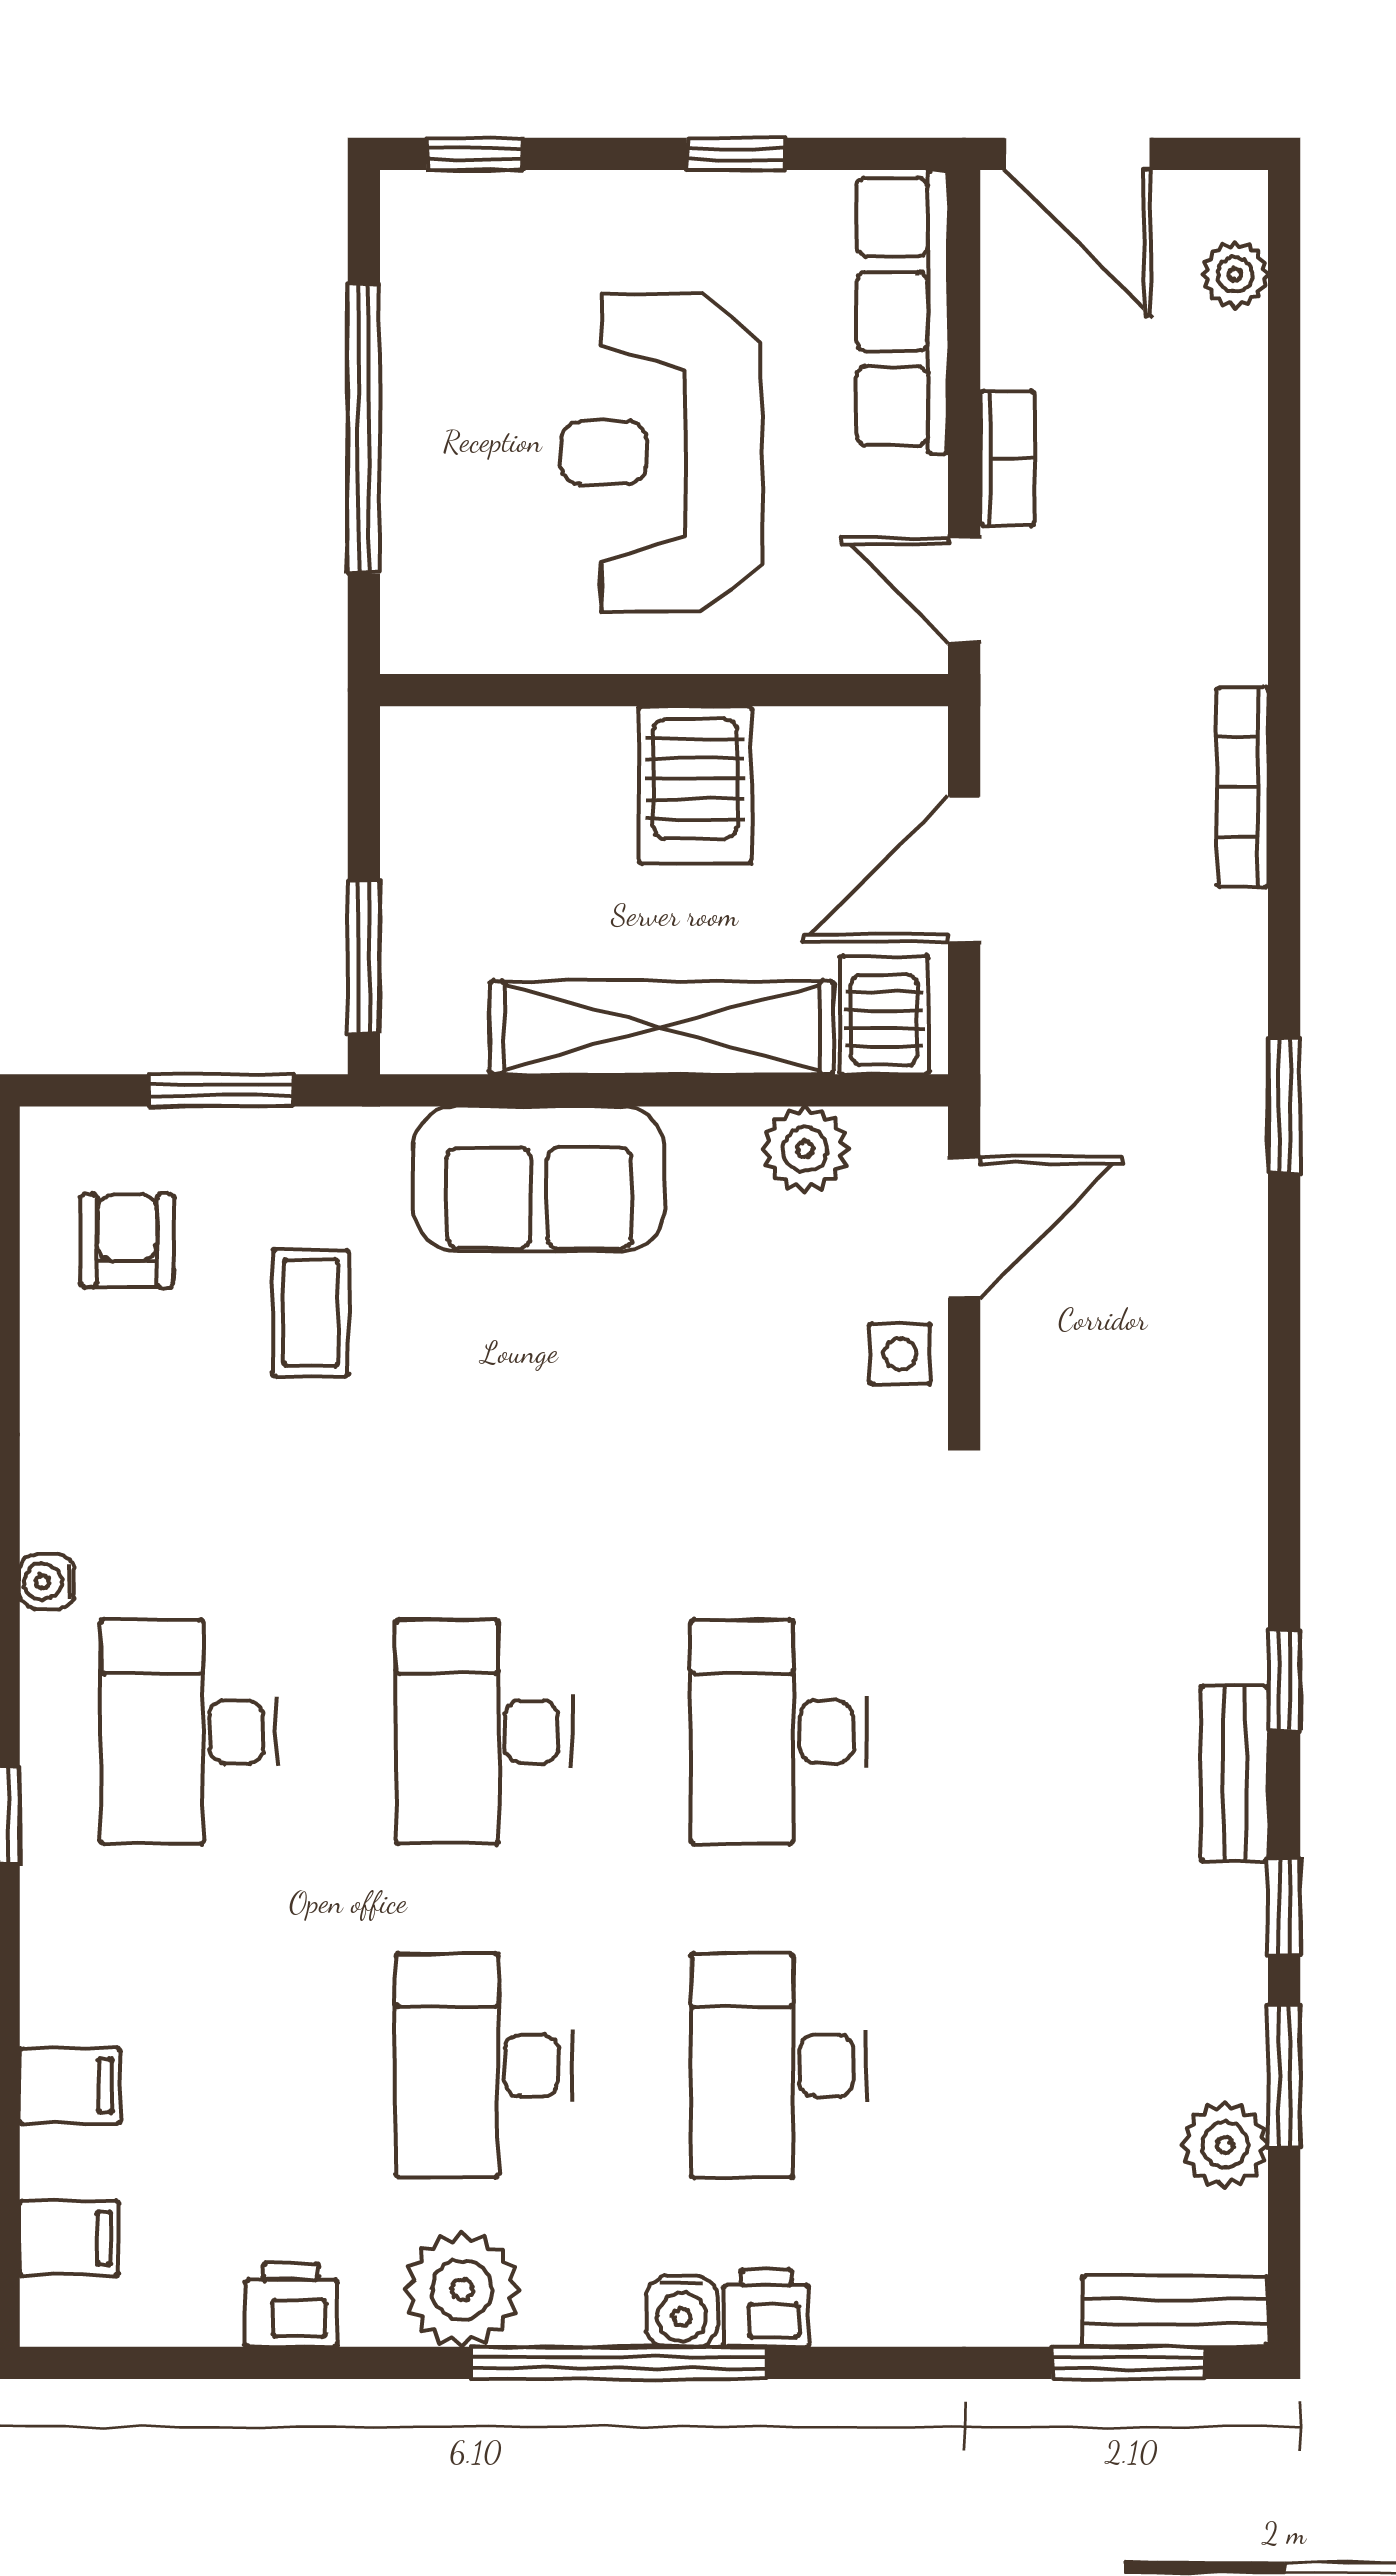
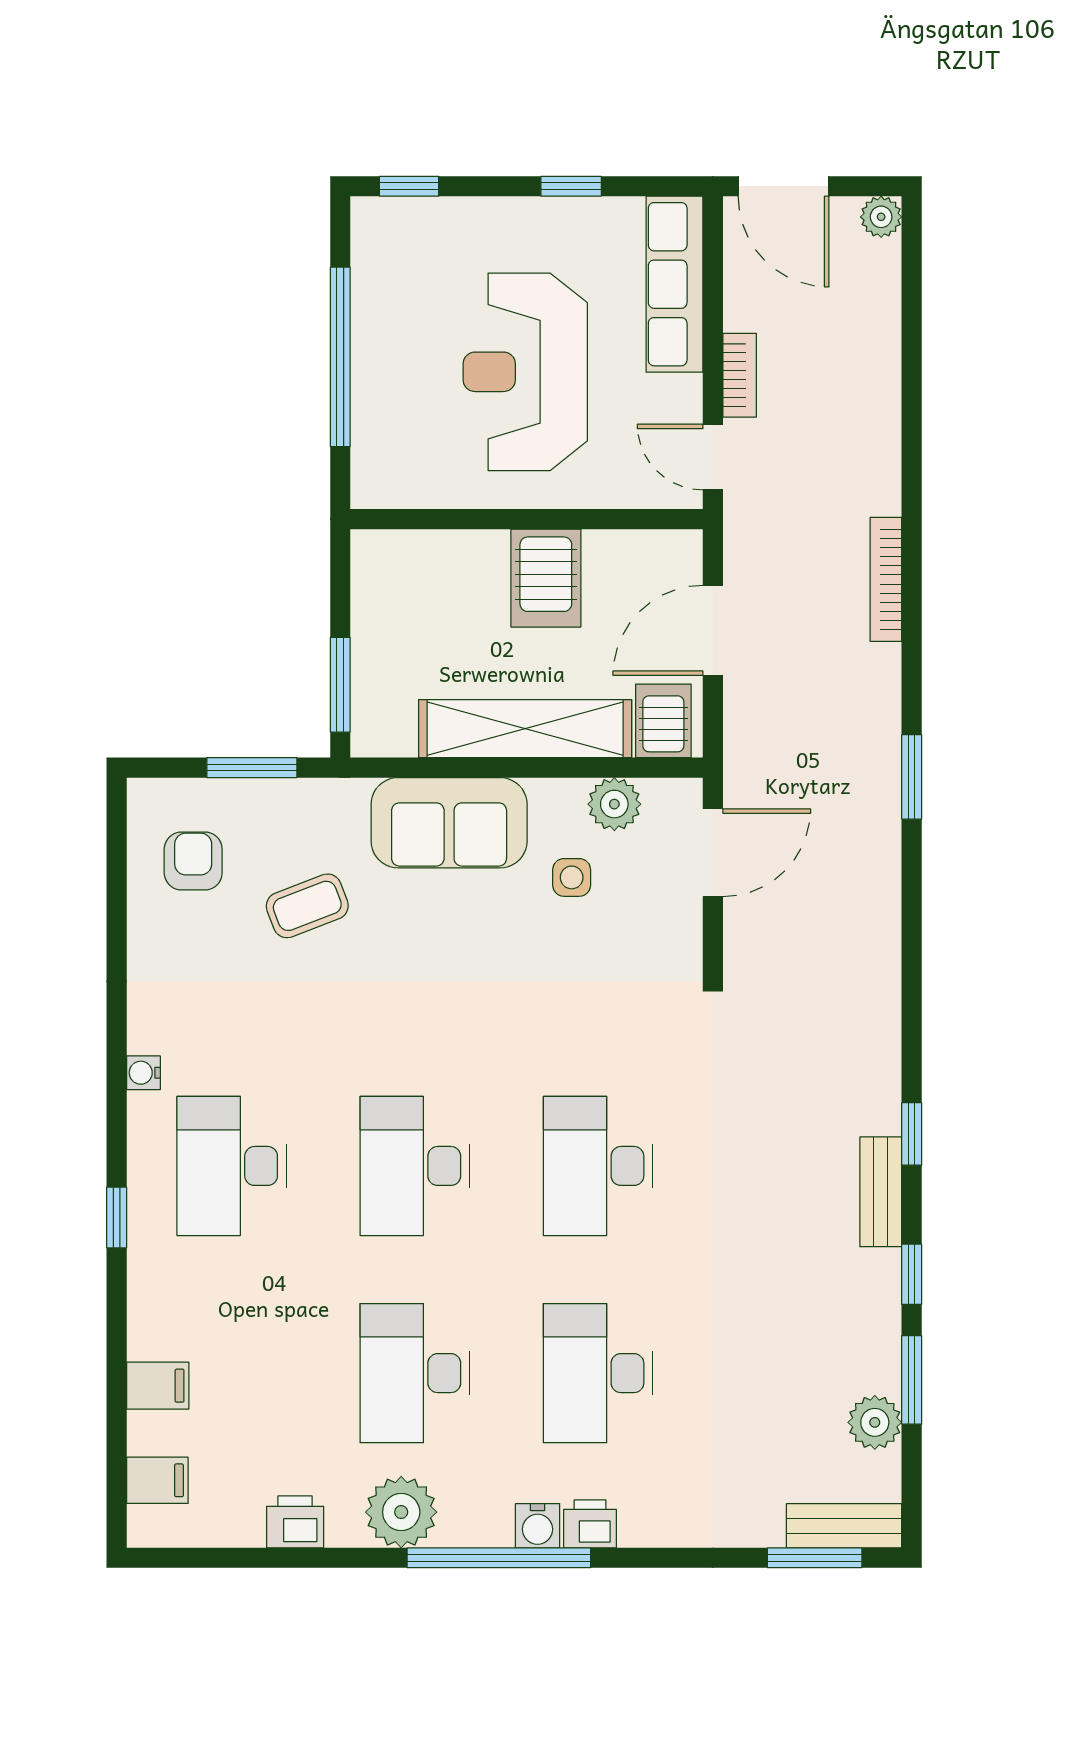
plant: (1235, 274) -> (881, 217), moved
coffee table: (311, 1313) -> (307, 906), turned 69
side table: (900, 1354) -> (572, 877), moved

